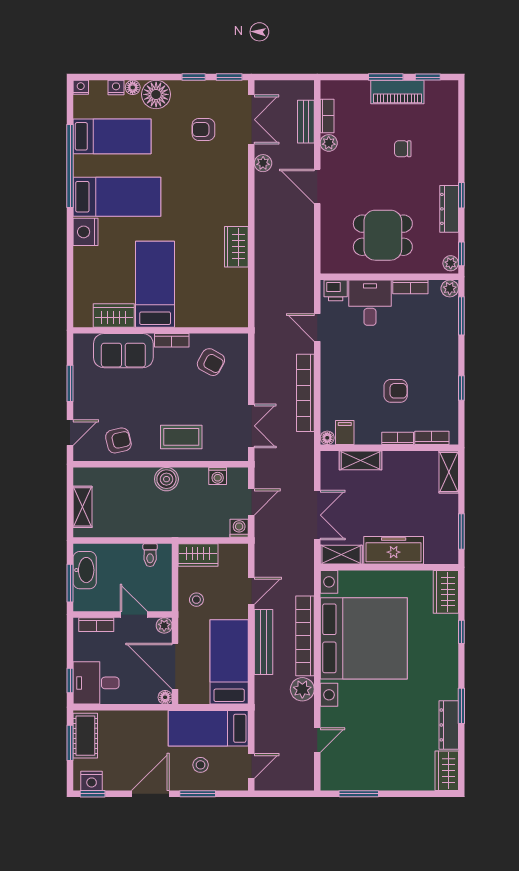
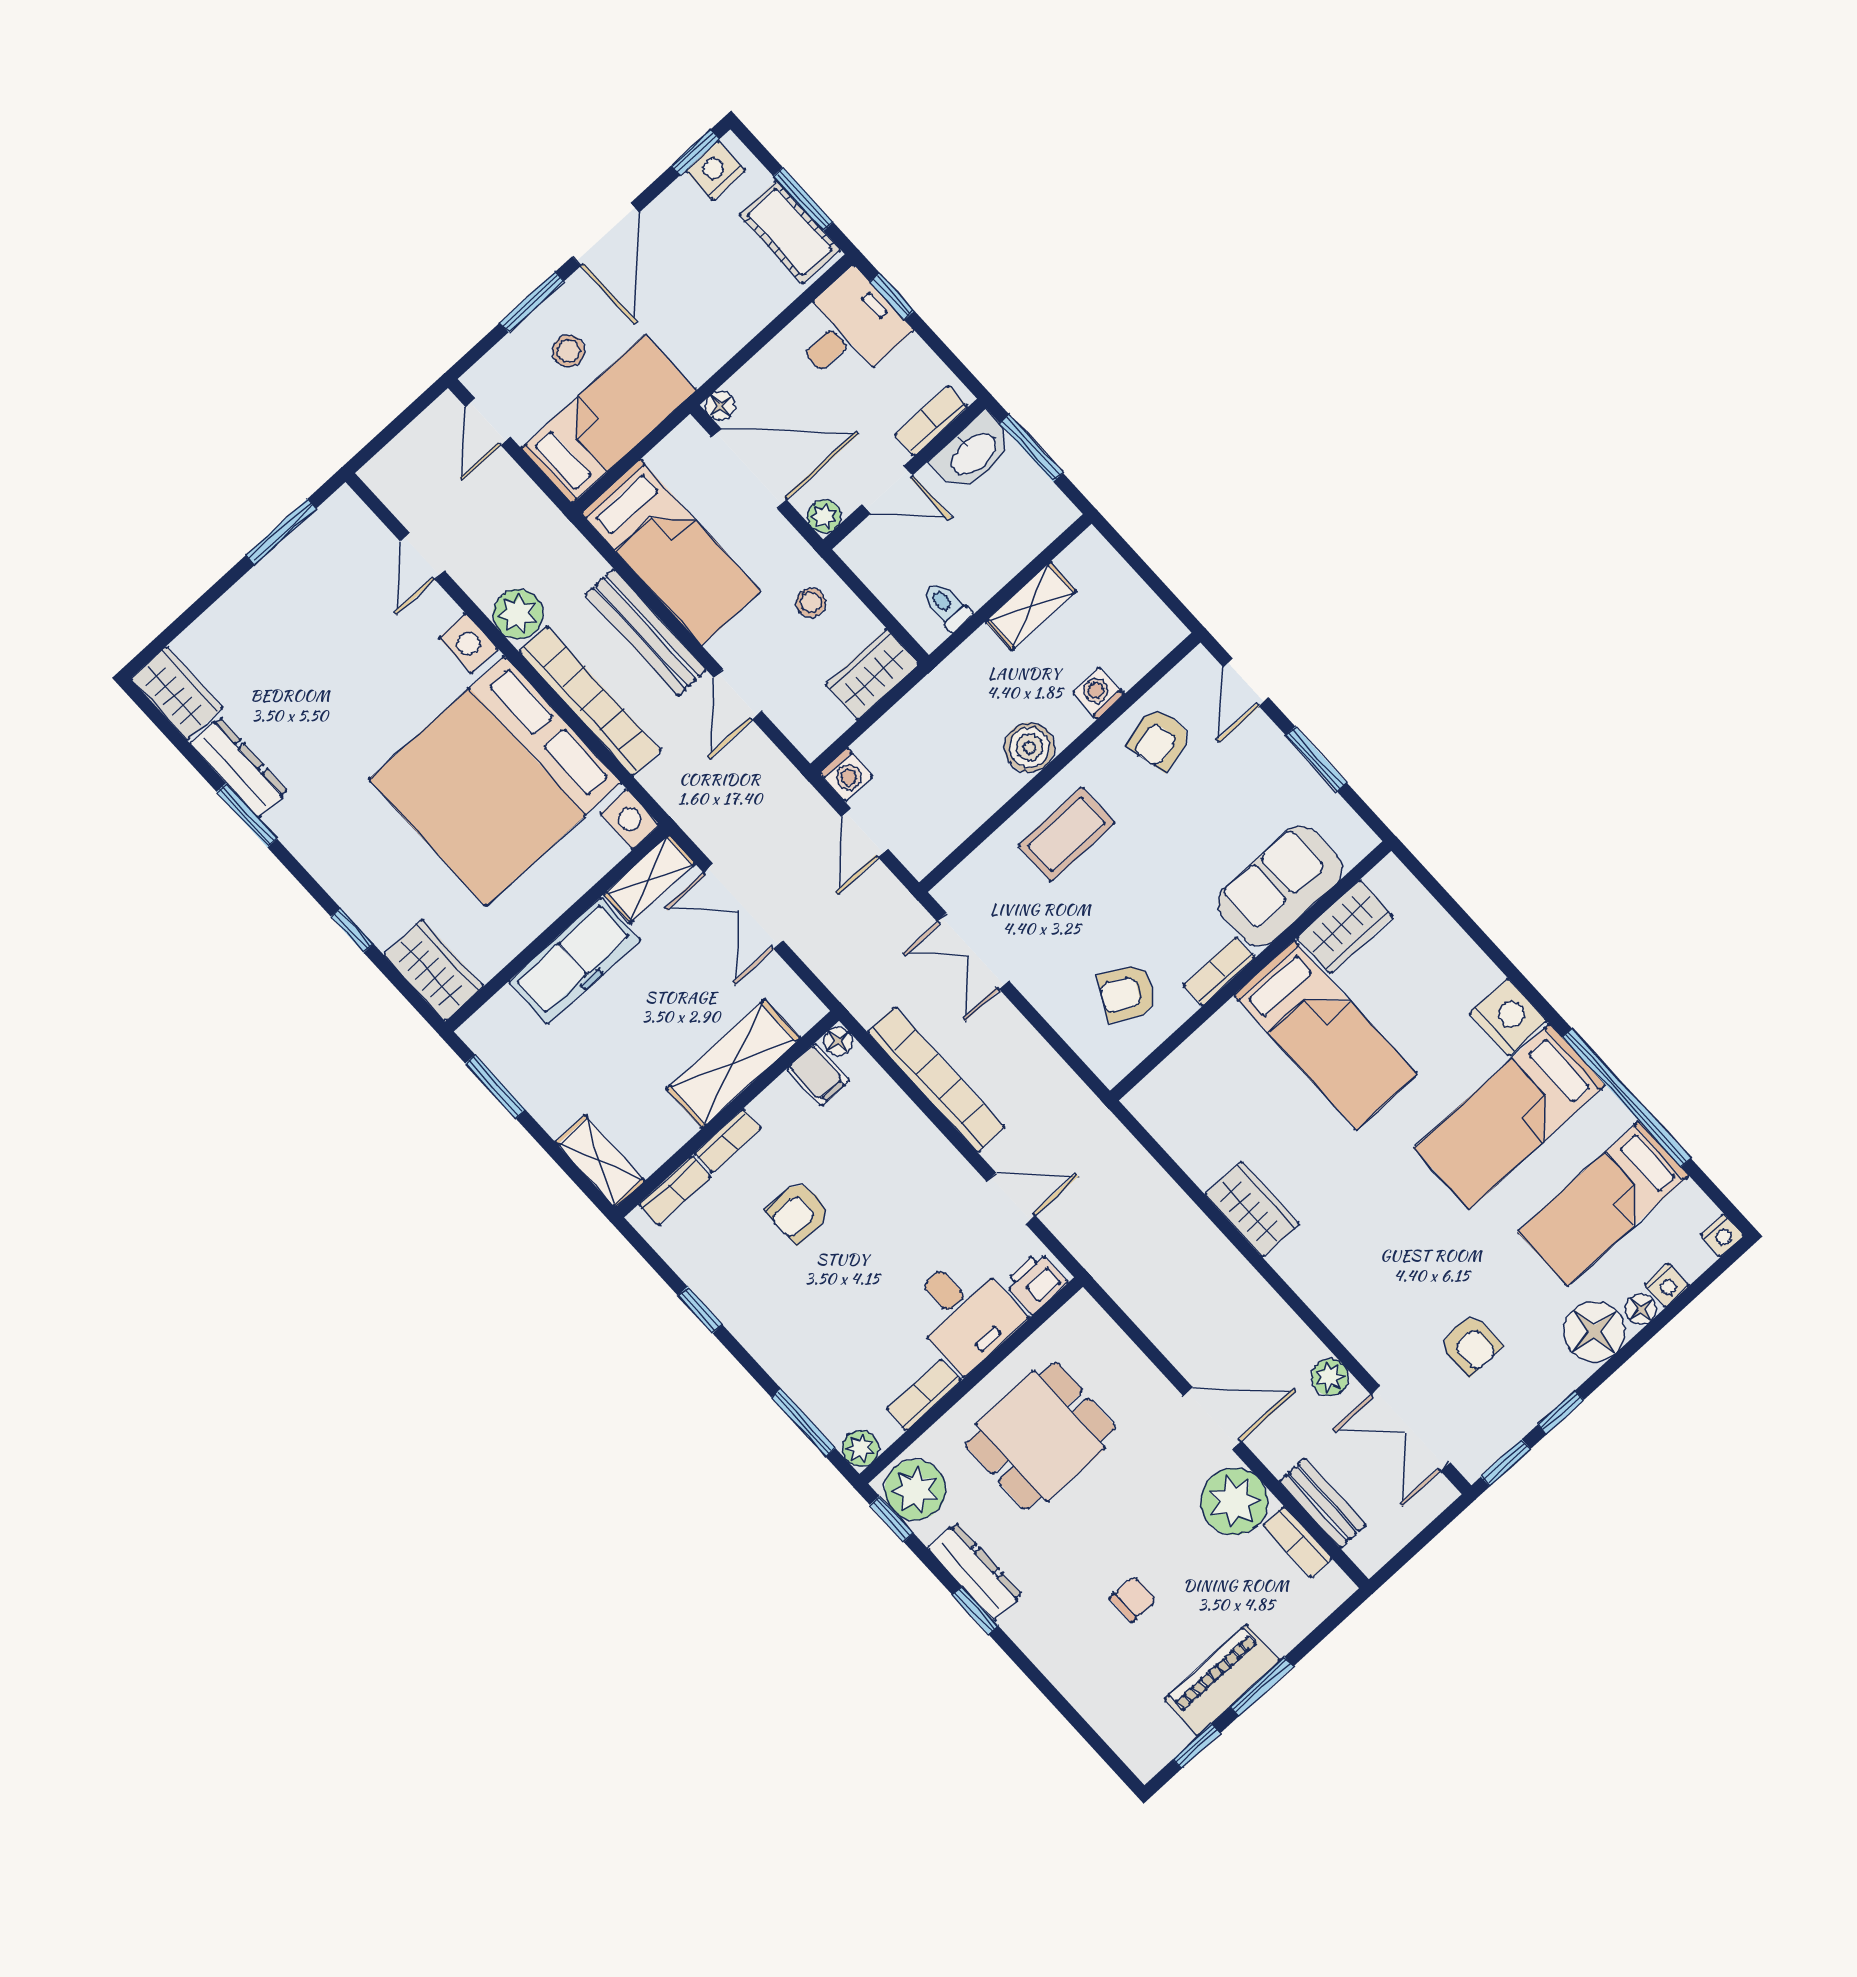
armchair: (203, 129) -> (1471, 1345), turned 90
plant: (329, 143) -> (1234, 1501), width x1.88, depth x1.88
plant: (451, 263) -> (915, 1490), width x1.87, depth x1.87
shelving: (360, 460) -> (733, 1064), width x1.50, depth x1.33
washing machine: (218, 476) -> (1098, 693), moved
shelving: (82, 507) -> (1031, 606), moved, turned 90
washbasin: (85, 570) -> (973, 453), moved, turned -90

